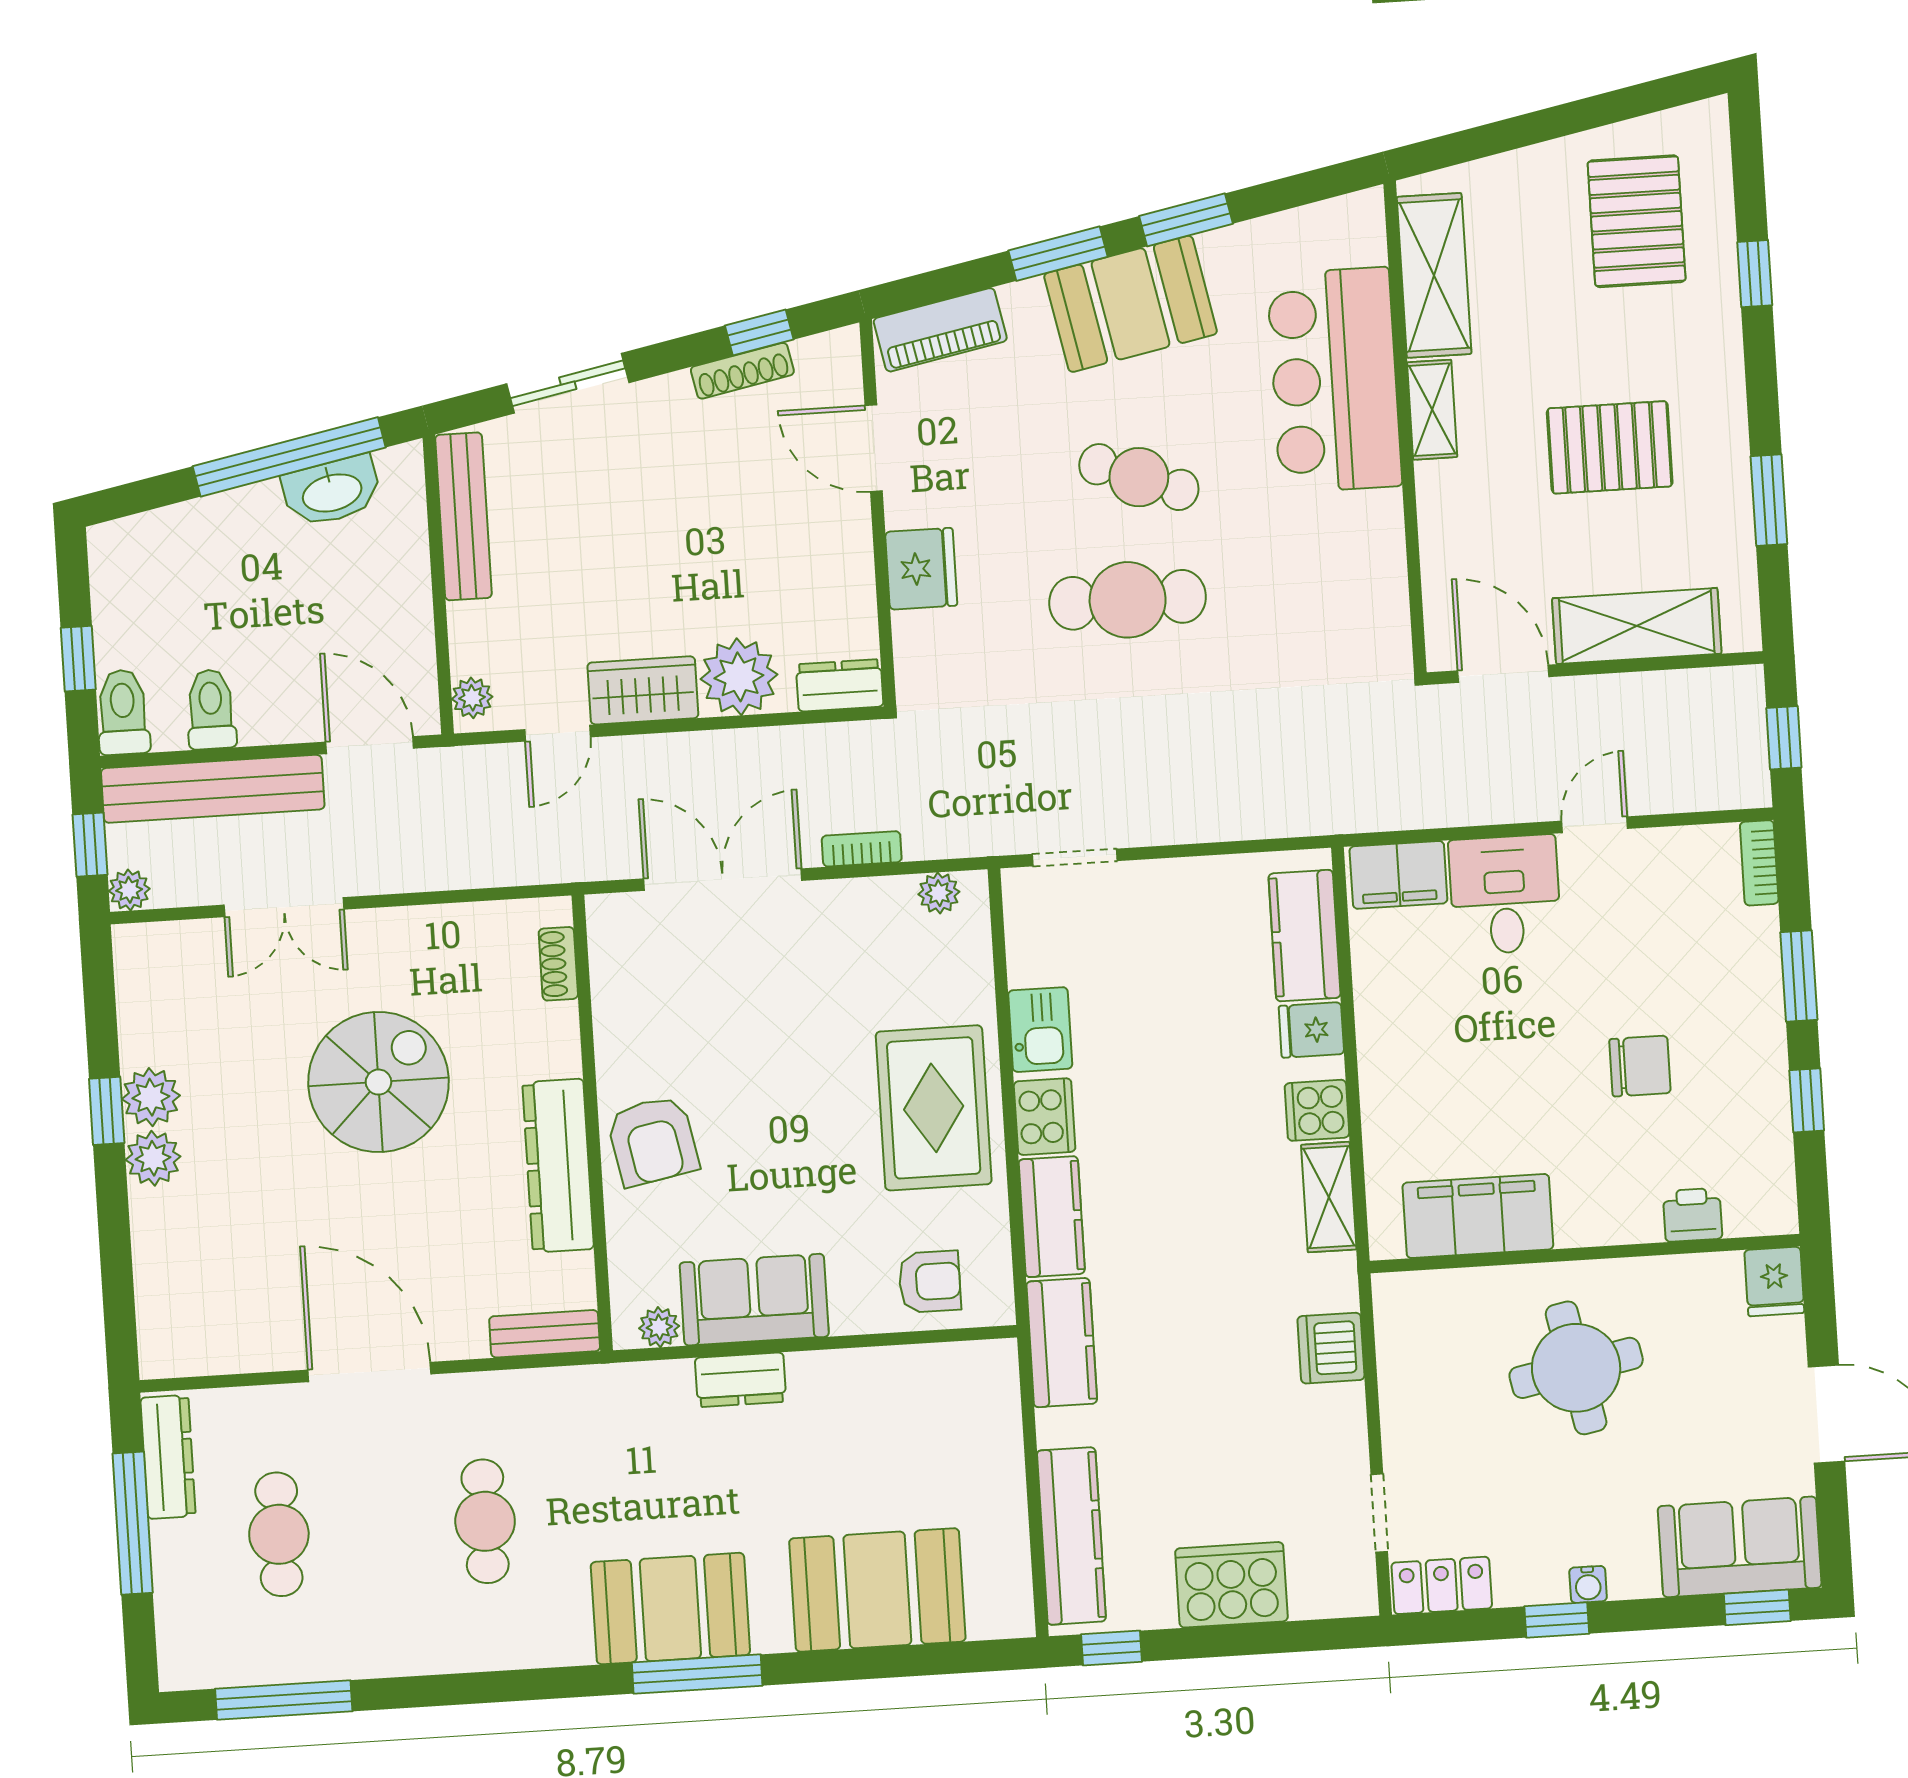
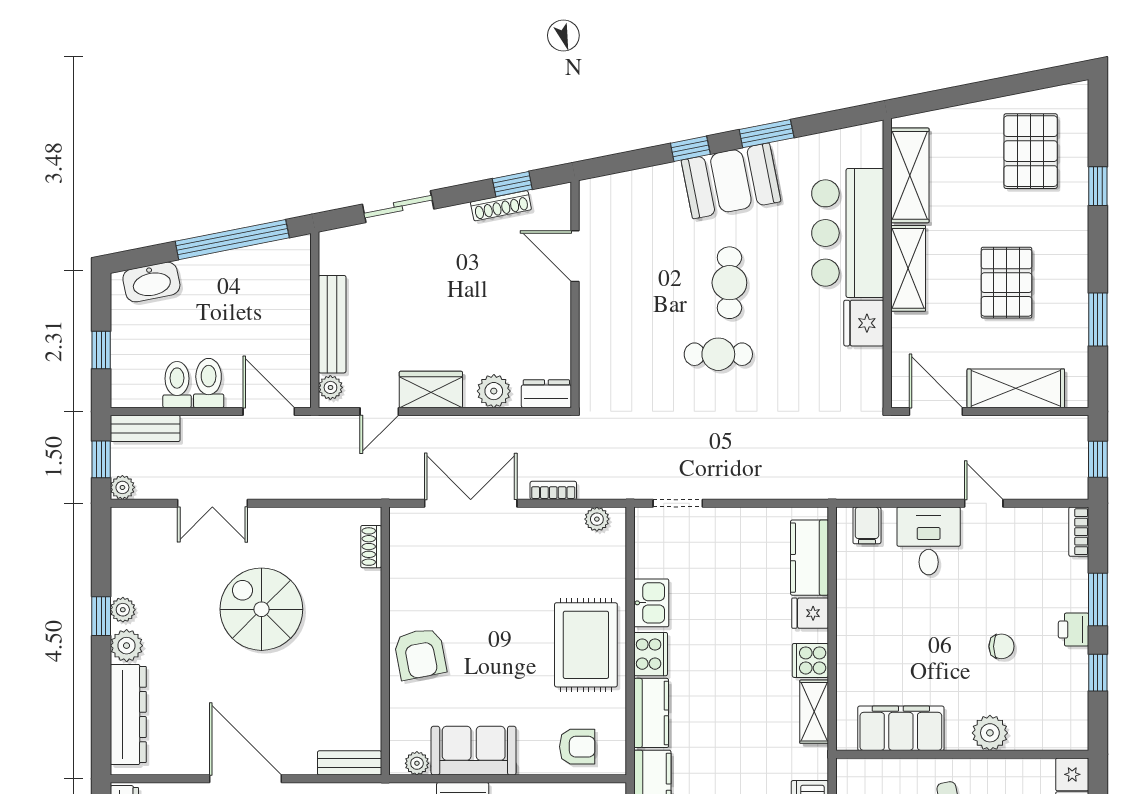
window: (1058, 254) -> (690, 149), width x0.67
piano: (940, 330) -> (618, 189), removed
shelving: (1432, 410) -> (908, 268), width x1.50, depth x1.33
pallet: (1610, 447) -> (1006, 283), turned 90
cafe table: (1139, 477) -> (729, 283), turned 69
washbasin: (332, 491) -> (151, 282), moved
bench: (463, 516) -> (332, 324), moved
fridge: (921, 569) -> (864, 323), moved, turned 180
cafe table: (1128, 600) -> (718, 354), width x0.73, depth x0.74
plant: (739, 677) -> (494, 391), width x0.73, depth x0.73
toilet: (123, 712) -> (209, 383), moved
bench: (213, 789) -> (145, 428), width x0.54, depth x0.82
door: (1595, 825) -> (984, 503), hinge flipped
filing cabinet: (1398, 875) -> (867, 525), width x0.50
chair: (1640, 1066) -> (1001, 646), width x0.73, depth x0.73
spiral stairs: (378, 1082) -> (261, 609), turned -90
plant: (151, 1097) -> (123, 610), width x0.73, depth x0.73
dresser: (558, 1166) -> (128, 714), moved, turned 180
plant: (1630, 1214) -> (990, 733), added
printer: (1693, 1215) -> (1074, 630), moved, turned -90

